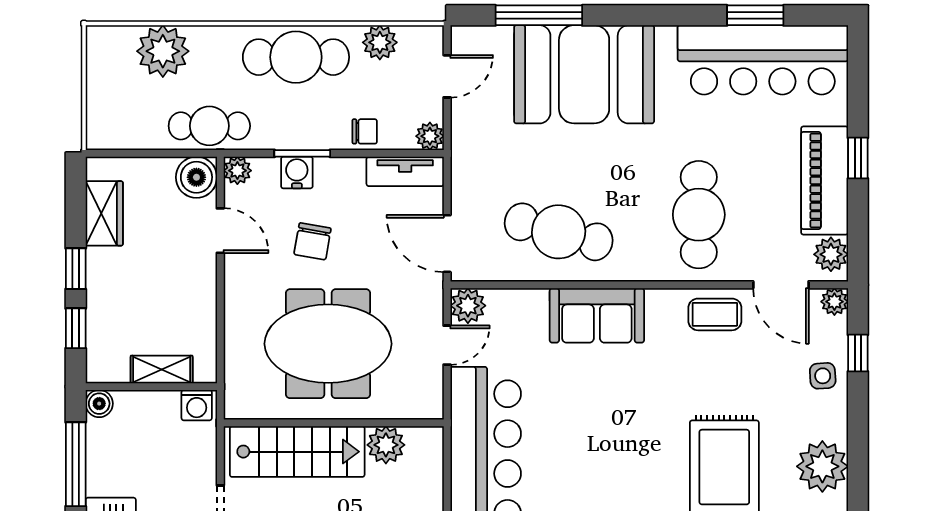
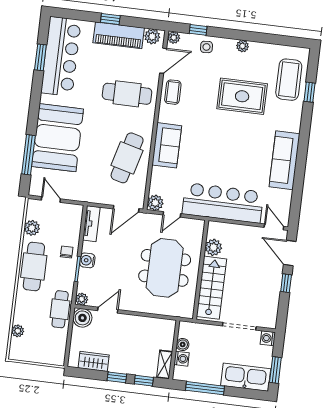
plant: (163, 51) -> (18, 331), width x0.53, depth x0.53
chair: (365, 131) -> (67, 252), moved
plant: (430, 136) -> (77, 211), removed
water cooler: (297, 172) -> (87, 260), moved
chair: (312, 241) -> (118, 269), removed
door: (447, 345) -> (172, 214), swing flipped
shelving: (162, 369) -> (165, 364), moved
boiler: (99, 404) -> (183, 344), moved
washing machine: (197, 405) -> (182, 359), moved
plant: (822, 466) -> (242, 46), width x0.53, depth x0.53

